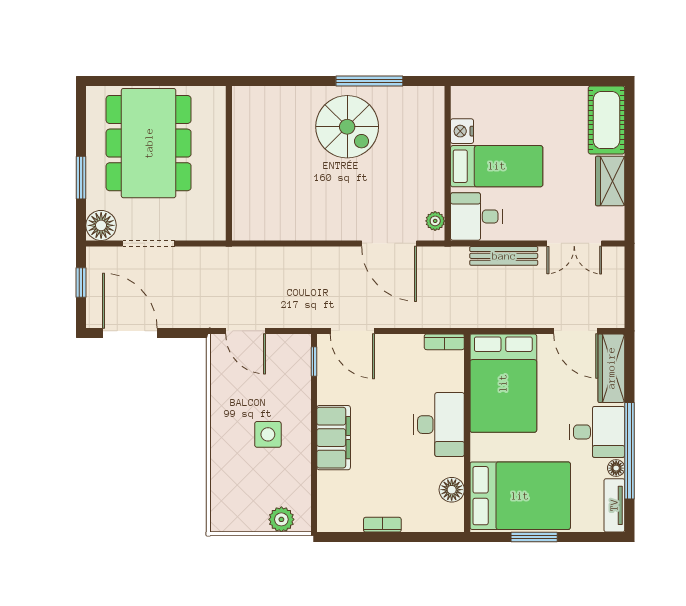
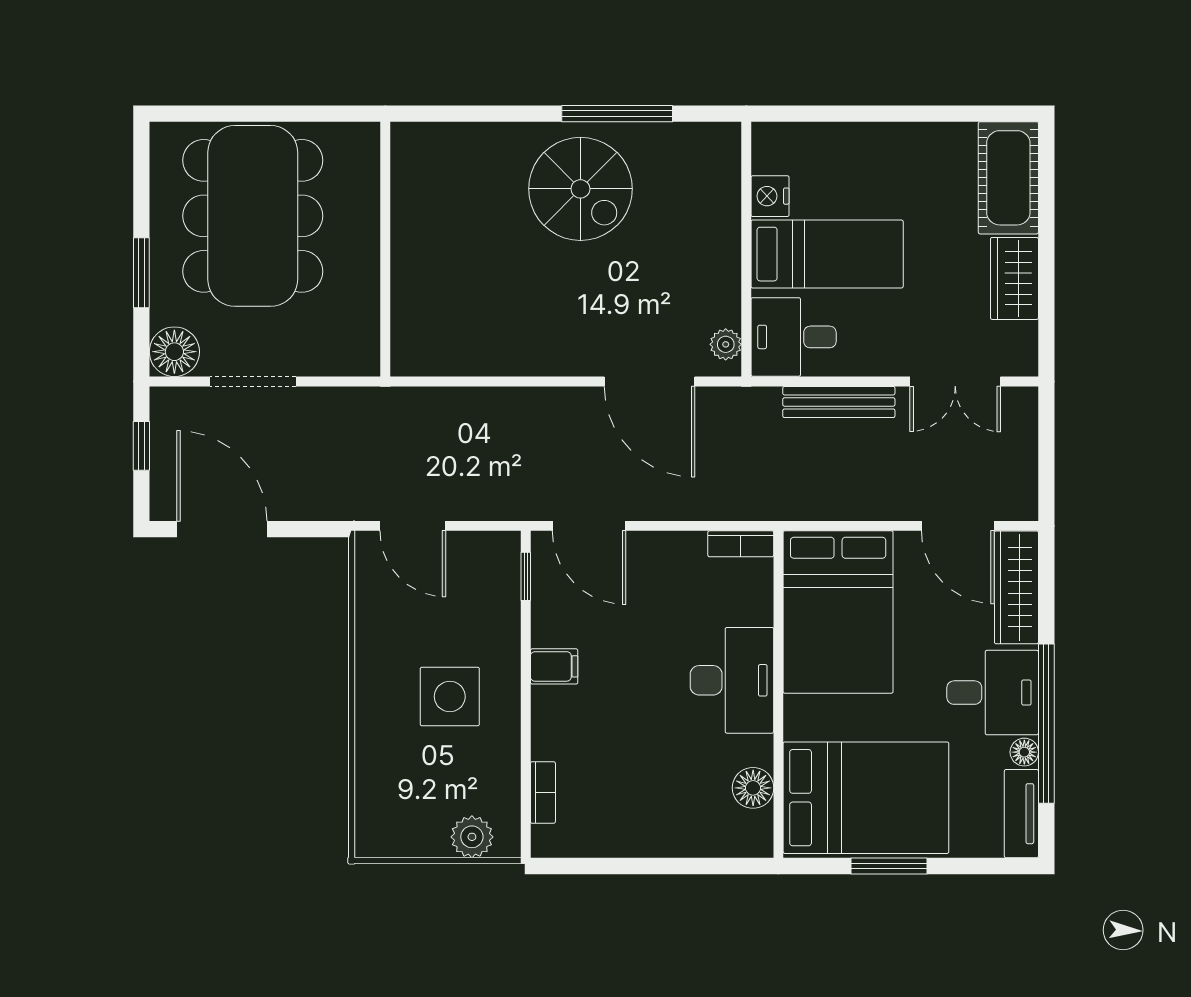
side table: (268, 434) -> (450, 697), width x1.37, depth x1.37
filing cabinet: (334, 438) -> (554, 666), width x0.33, depth x0.86
bookcase: (382, 525) -> (543, 792), moved, turned 90

